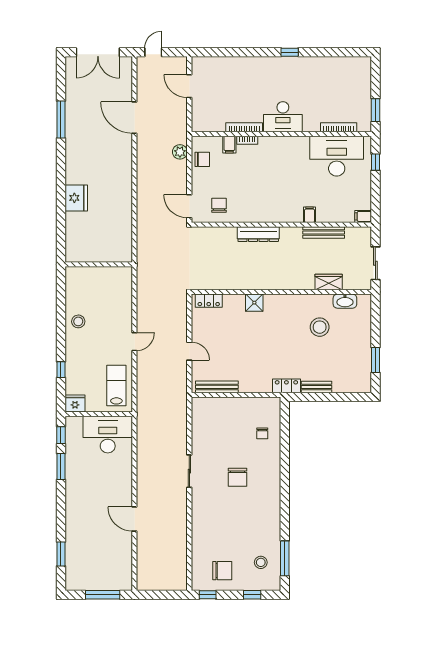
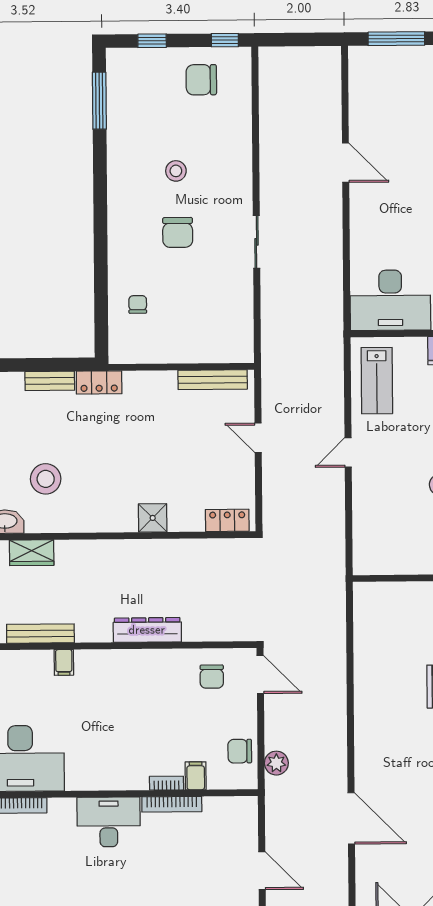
chair: (238, 477) -> (178, 232), turned 180
stool: (261, 562) -> (176, 171), moved

